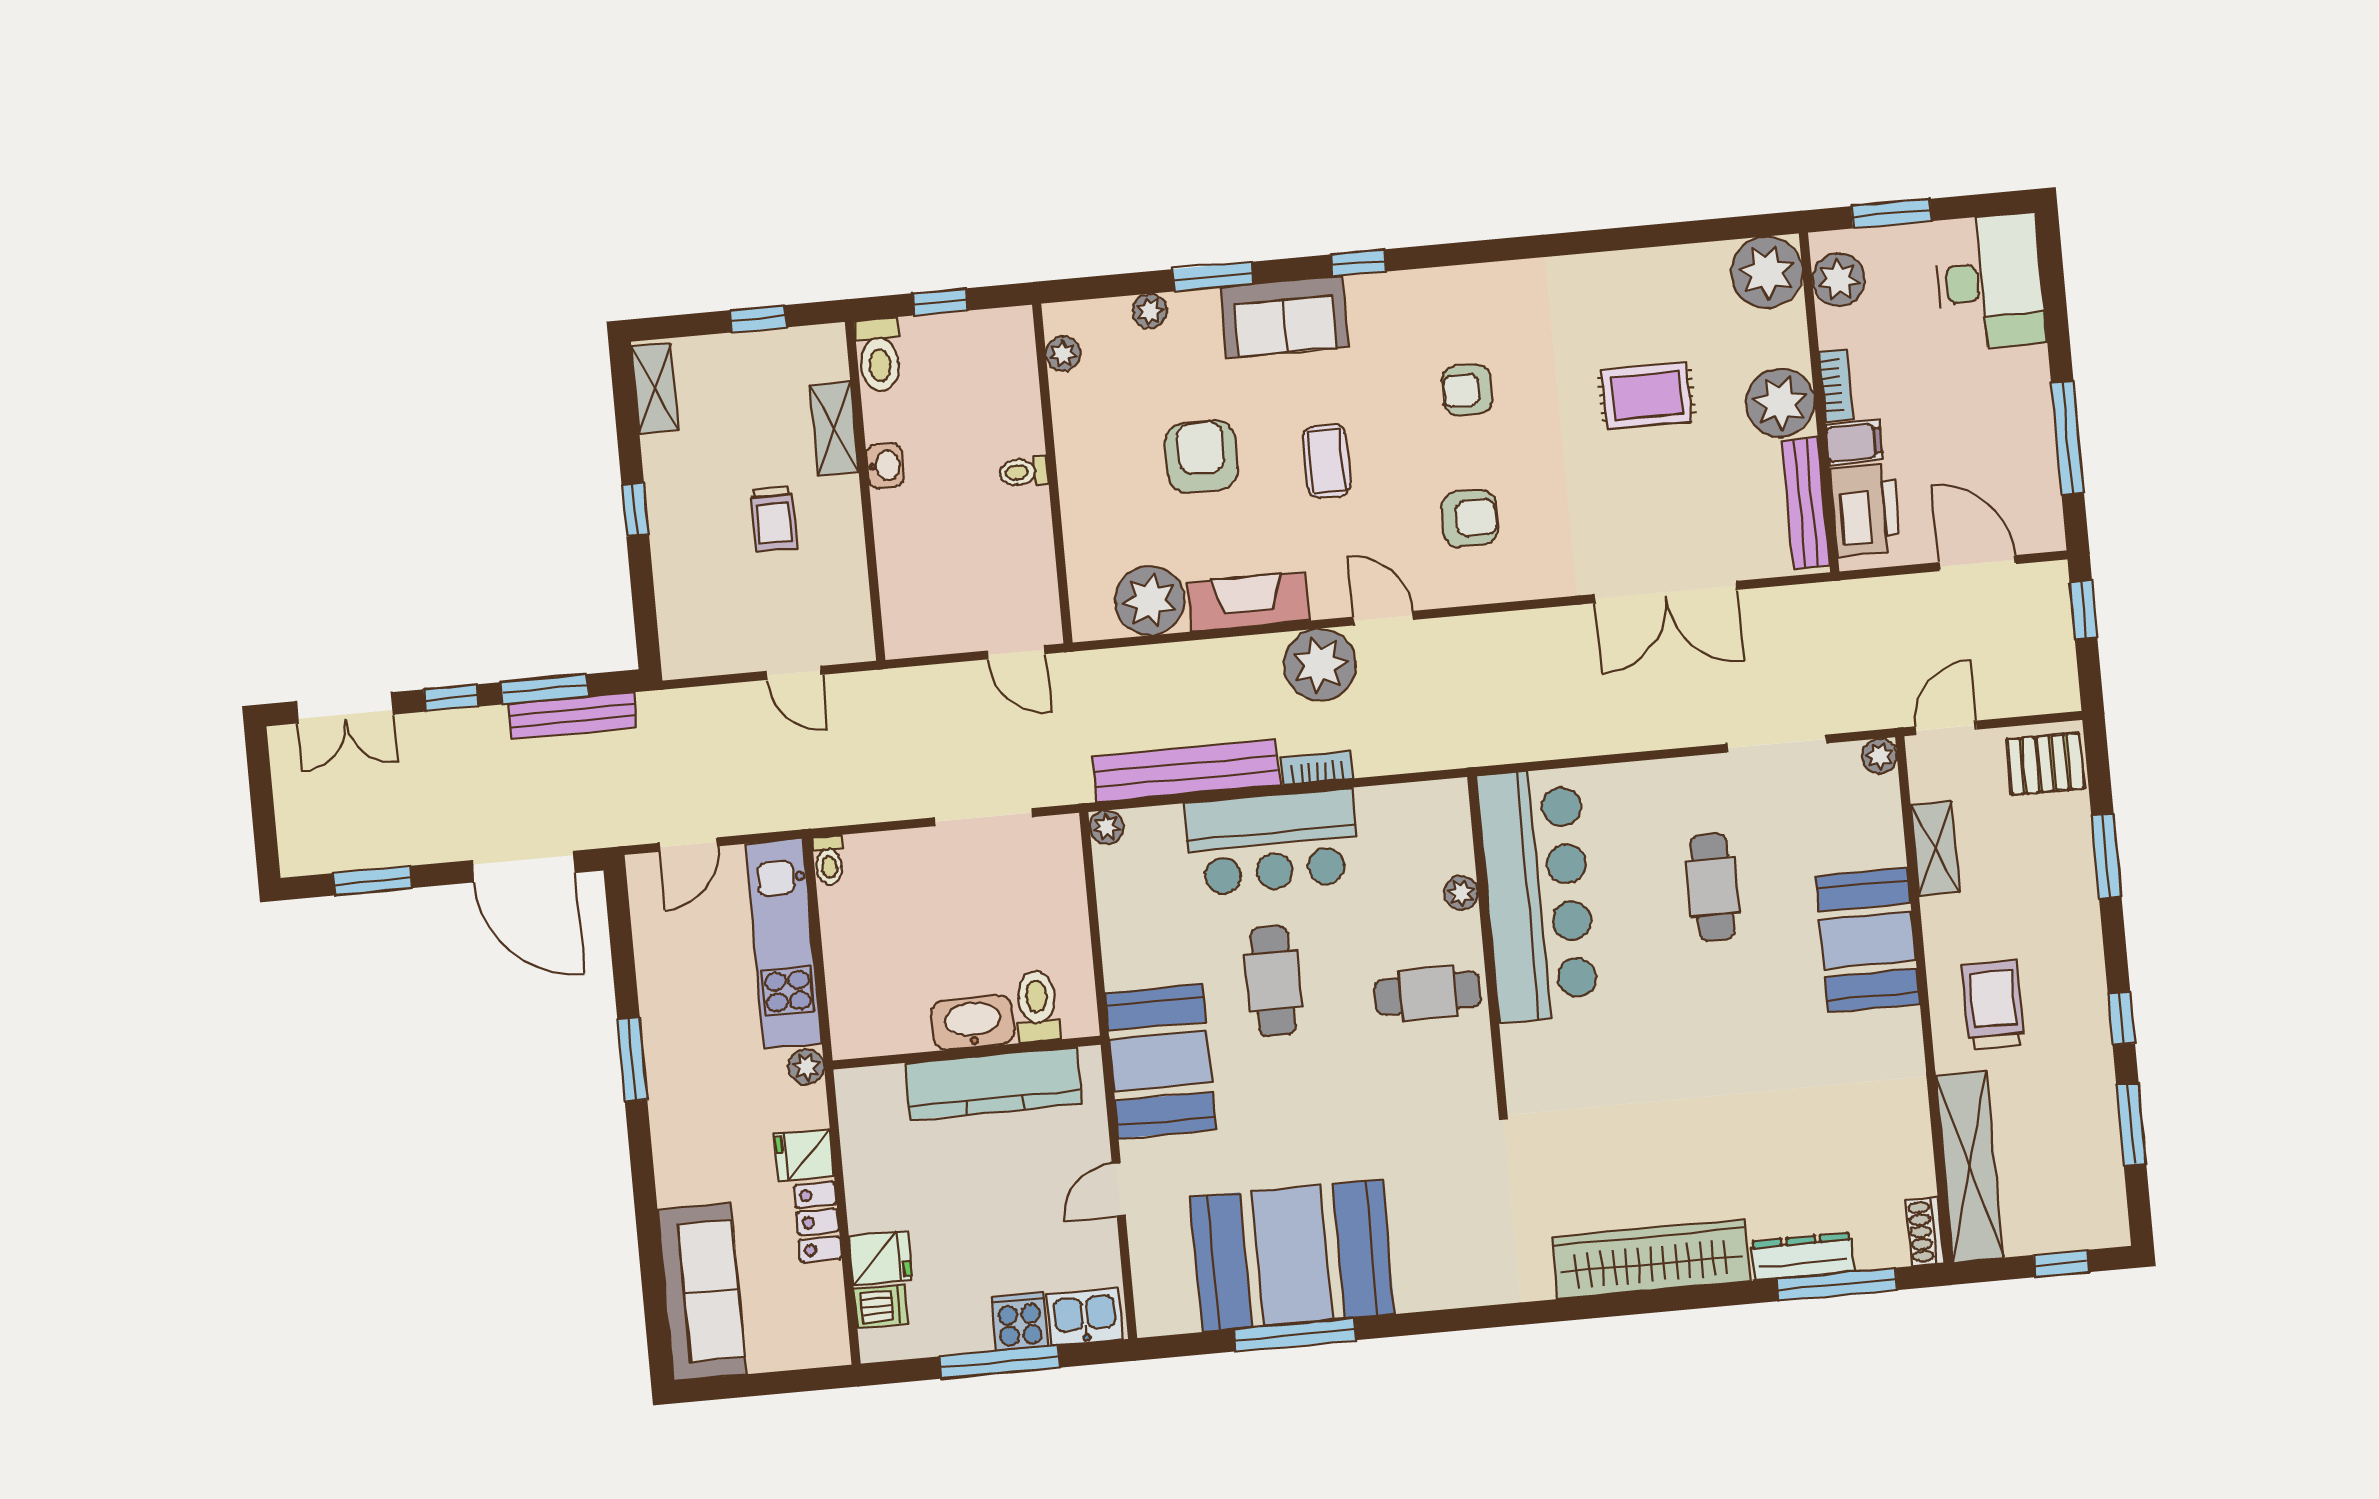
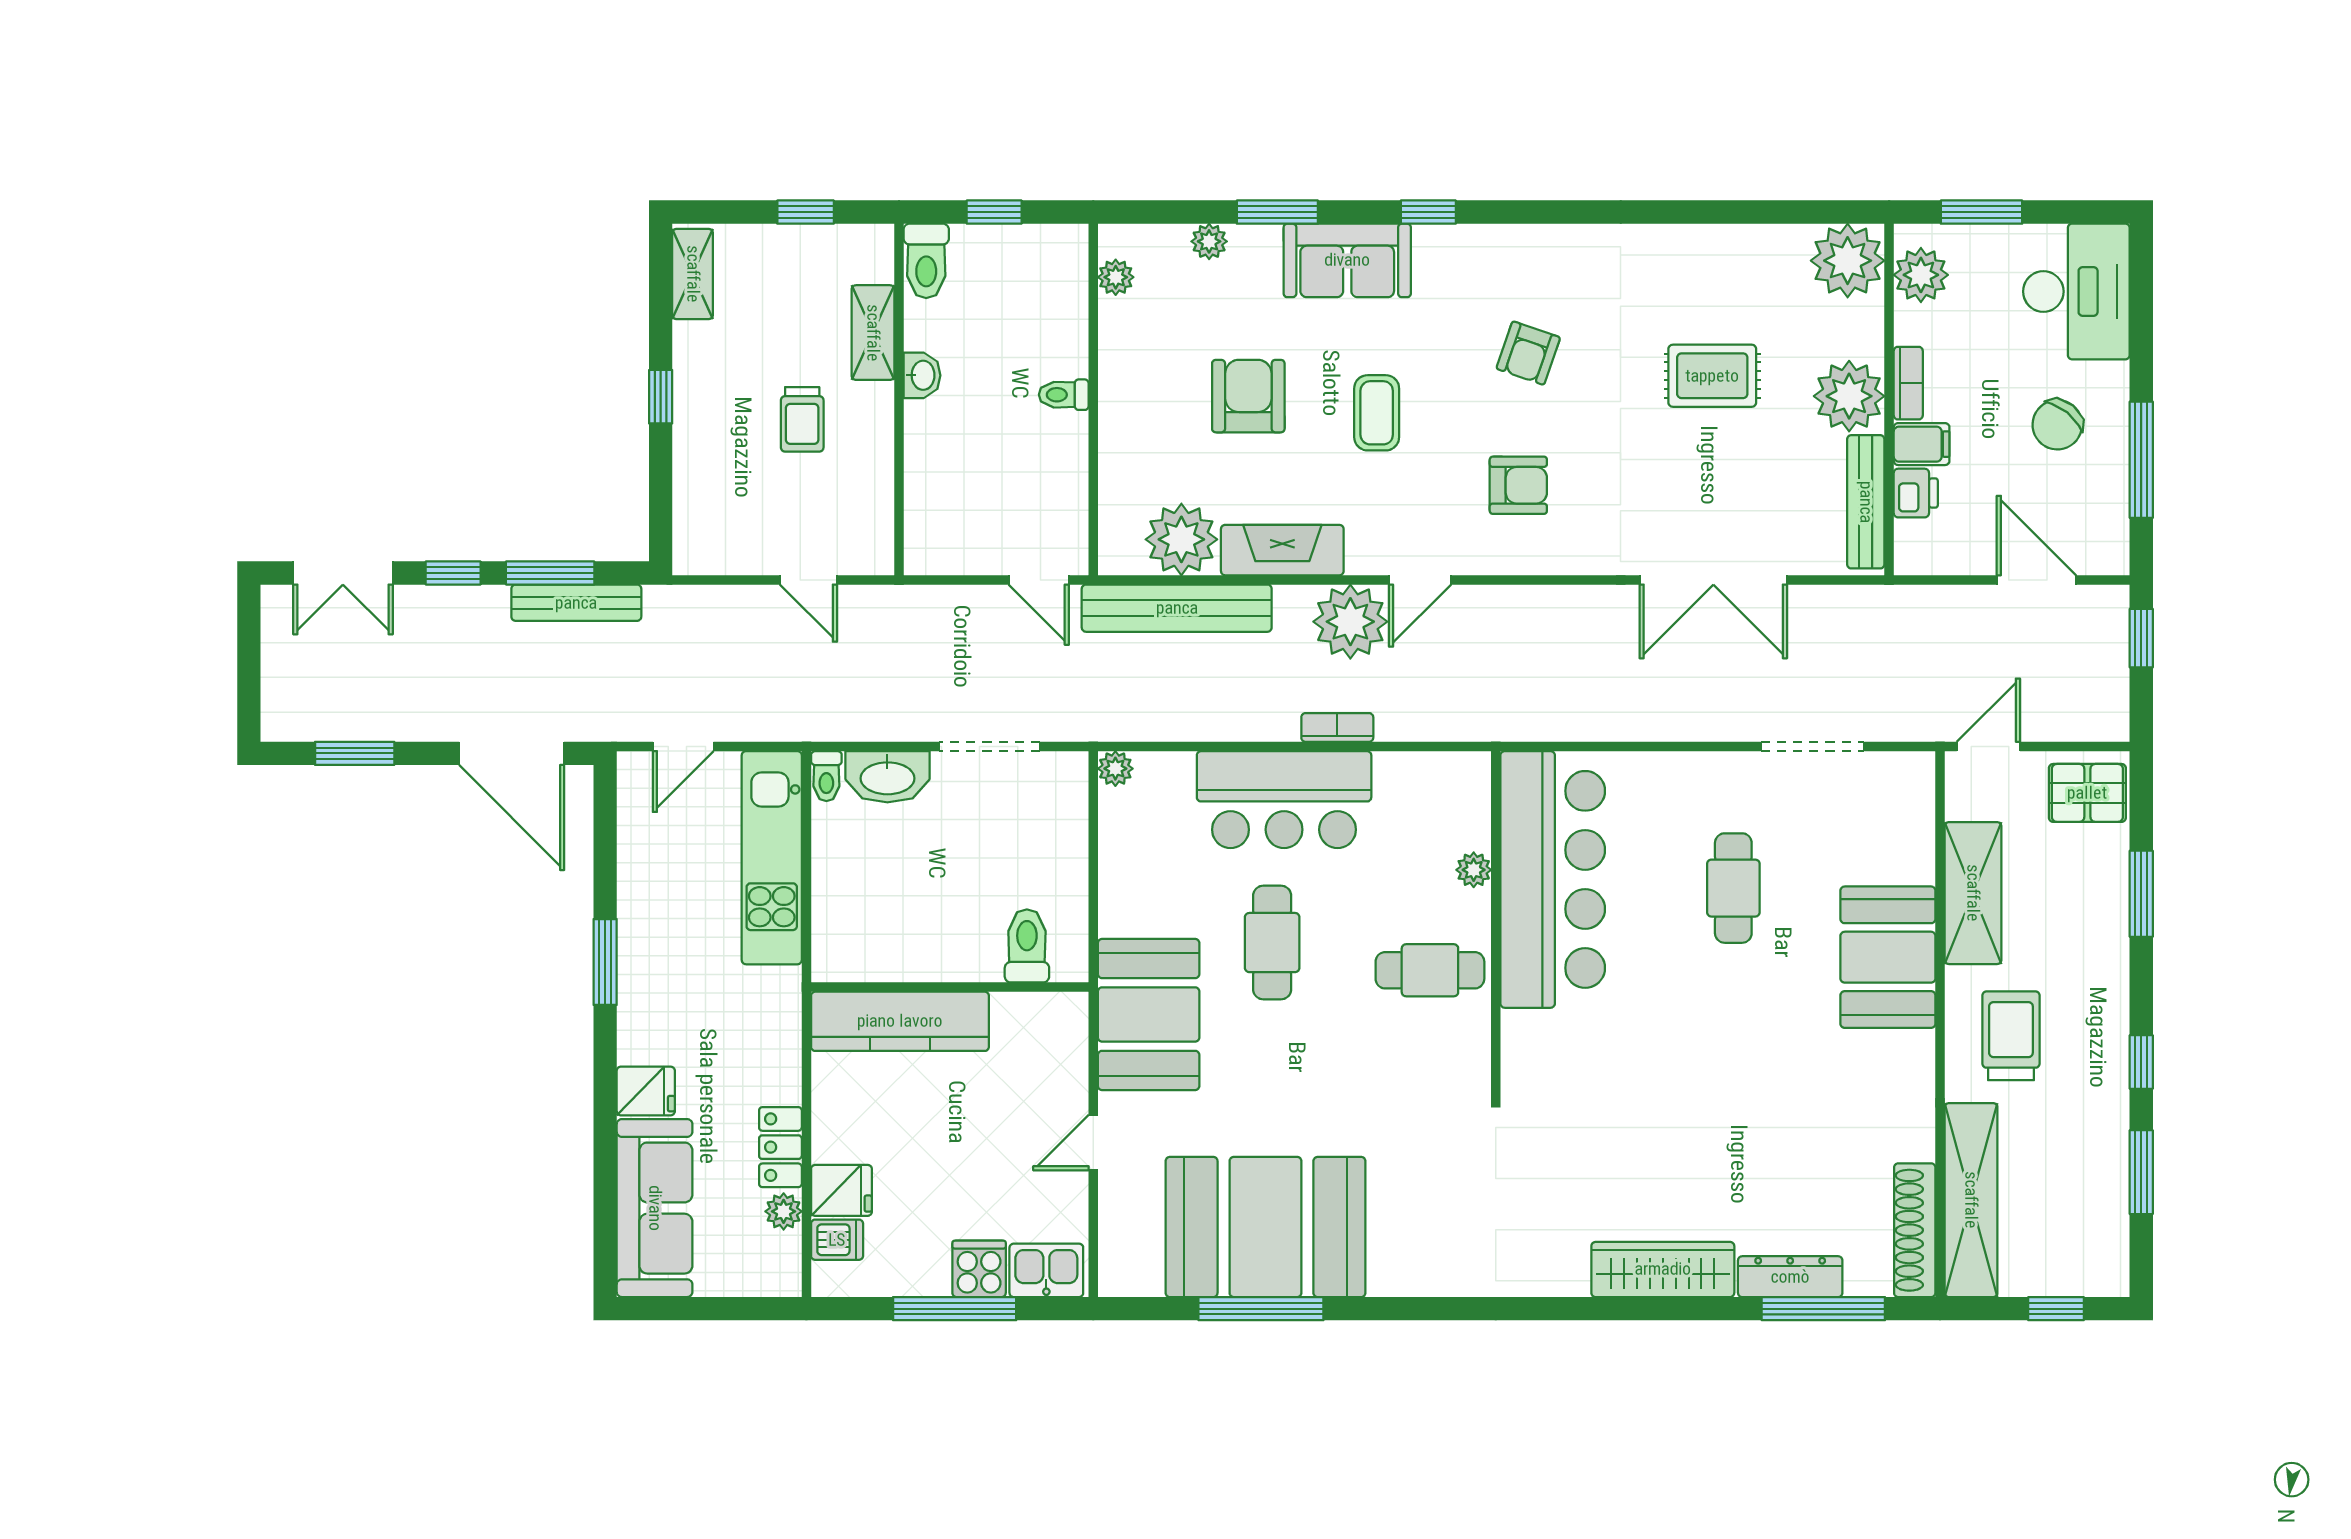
armchair: (1467, 390) -> (1528, 353), turned -71
chair: (1984, 412) -> (2057, 425), added
printer: (1865, 510) -> (1916, 493), width x0.53, depth x0.68
door: (1383, 618) -> (1420, 580), swing flipped
plant: (1879, 756) -> (1917, 769), removed
bench: (1186, 771) -> (1177, 608), moved
shelving: (1935, 848) -> (1973, 893), width x1.50, depth x1.33
washbasin: (973, 1023) -> (887, 777), moved, turned 180
plant: (806, 1067) -> (784, 1211), moved
kitchen counter: (993, 1083) -> (900, 1021), moved
fridge: (804, 1155) -> (646, 1091), moved, turned 180
shoe rack: (1925, 1232) -> (1915, 1230), width x1.94, depth x1.24
wardrobe: (1651, 1259) -> (1663, 1269), width x0.71, depth x0.85

